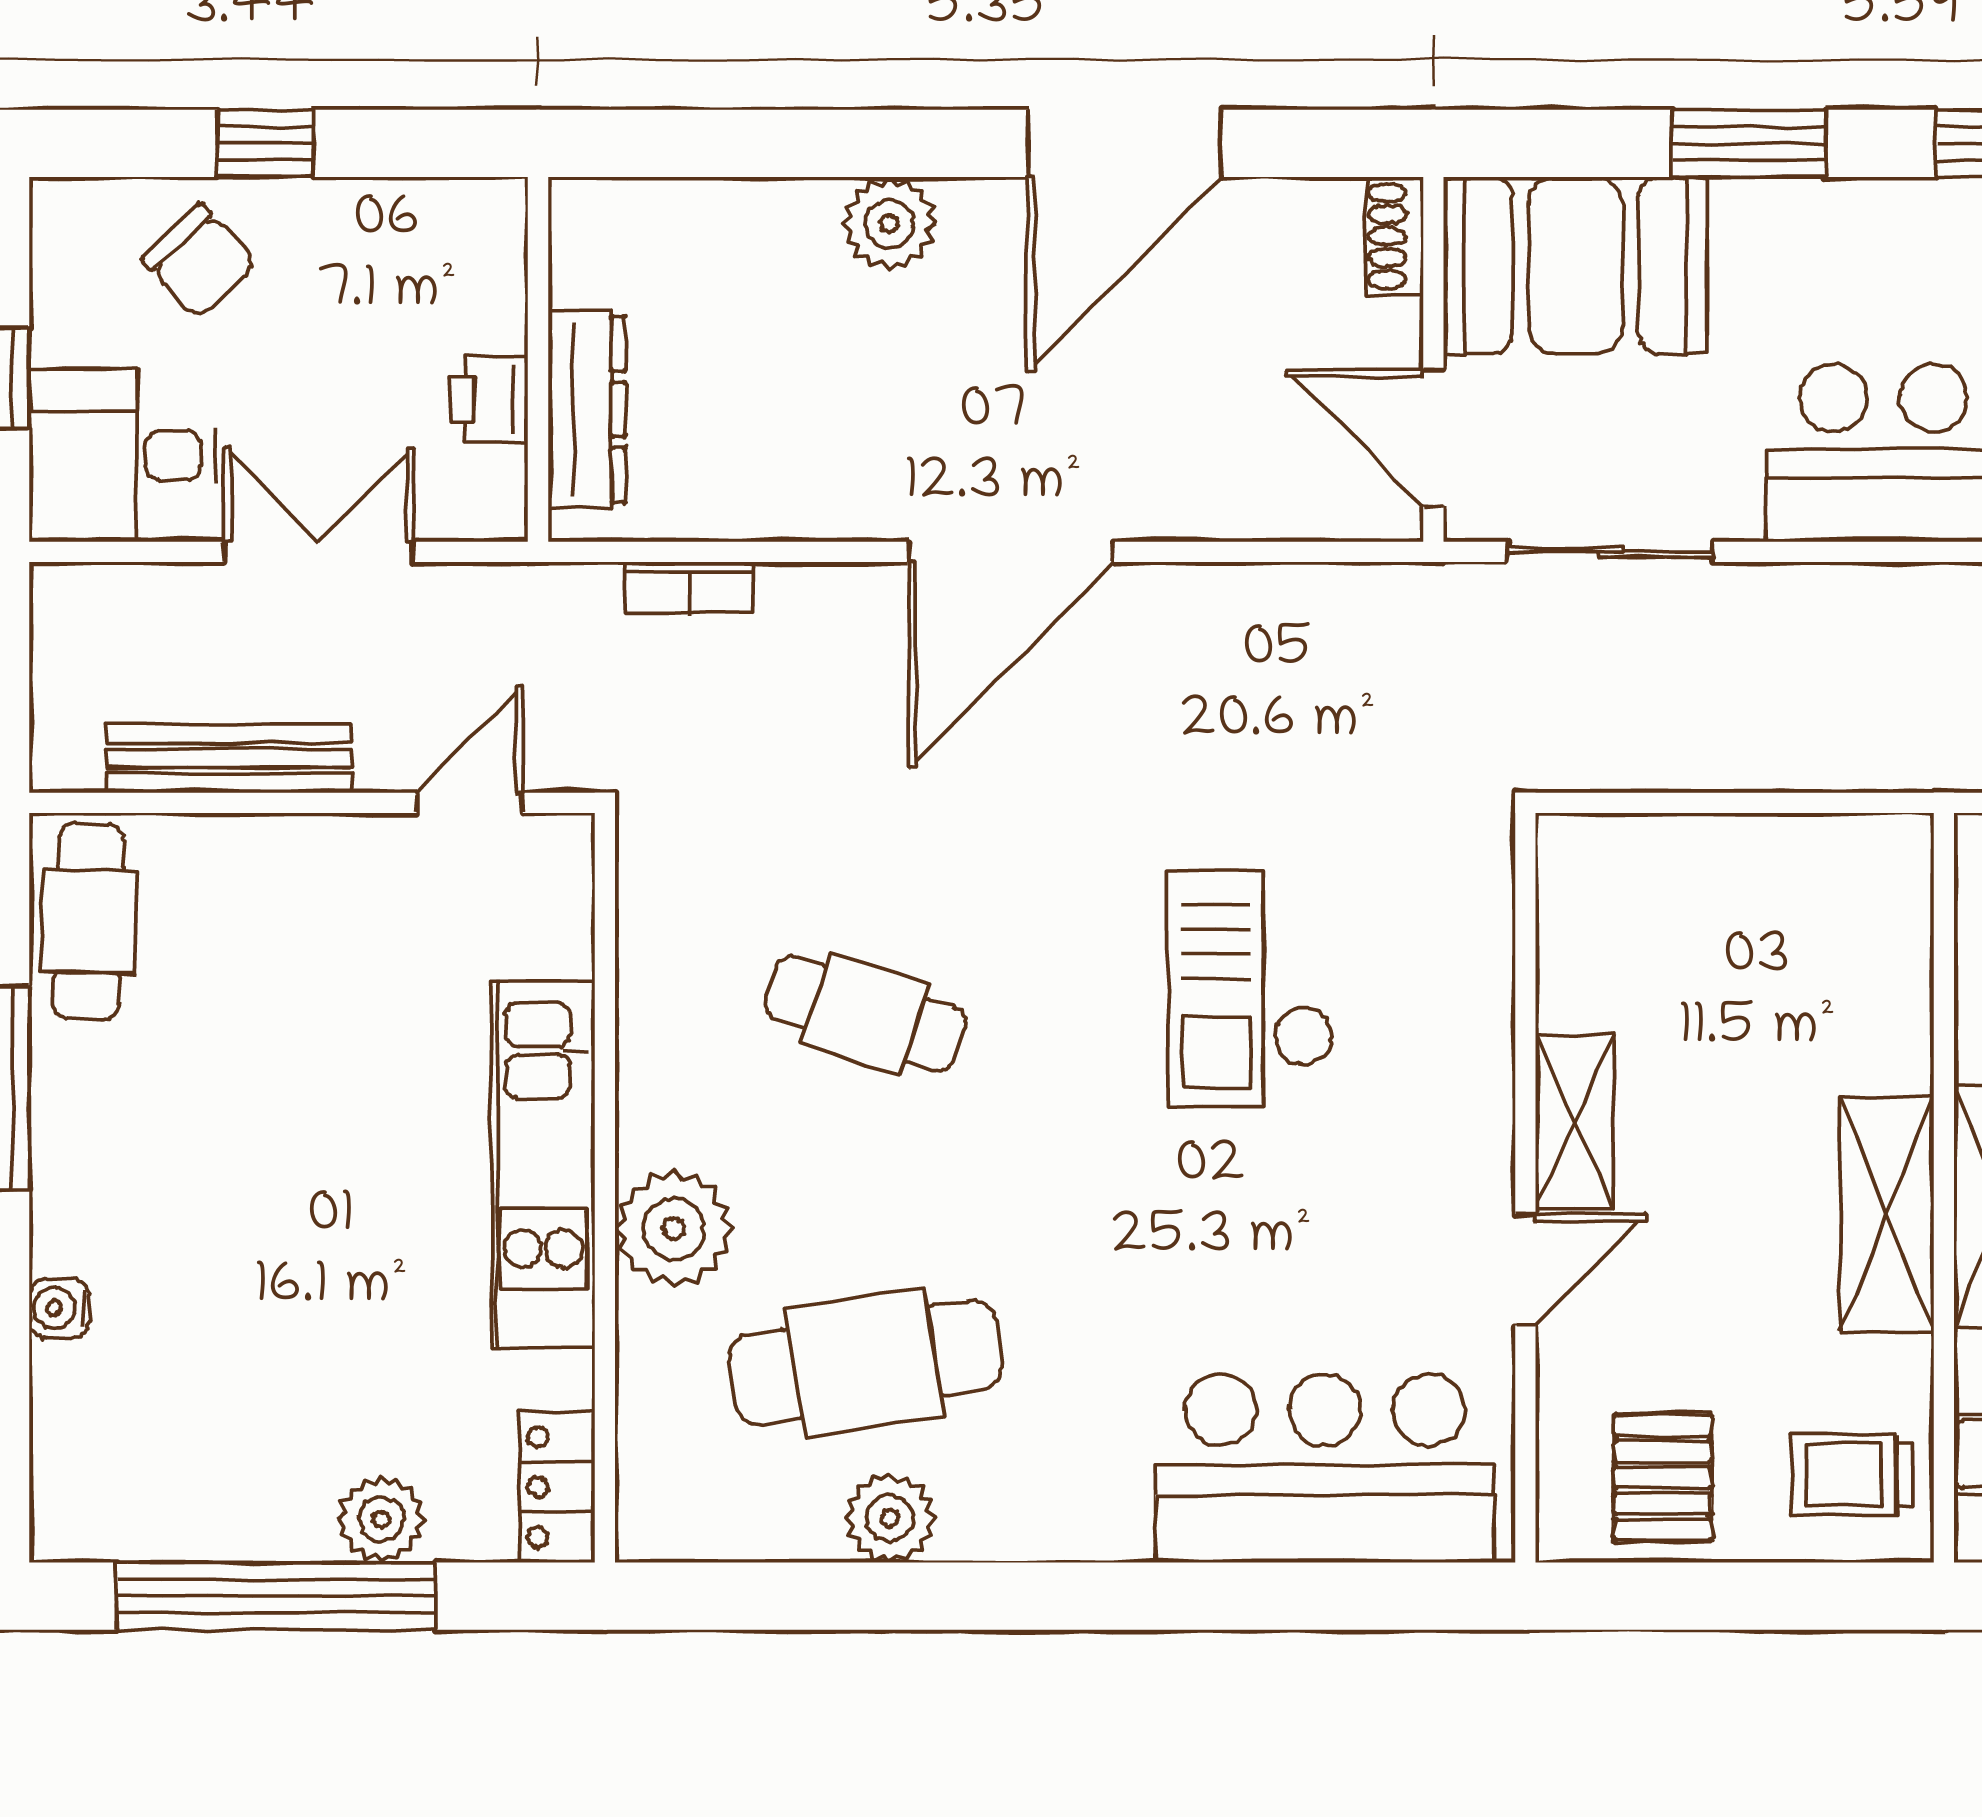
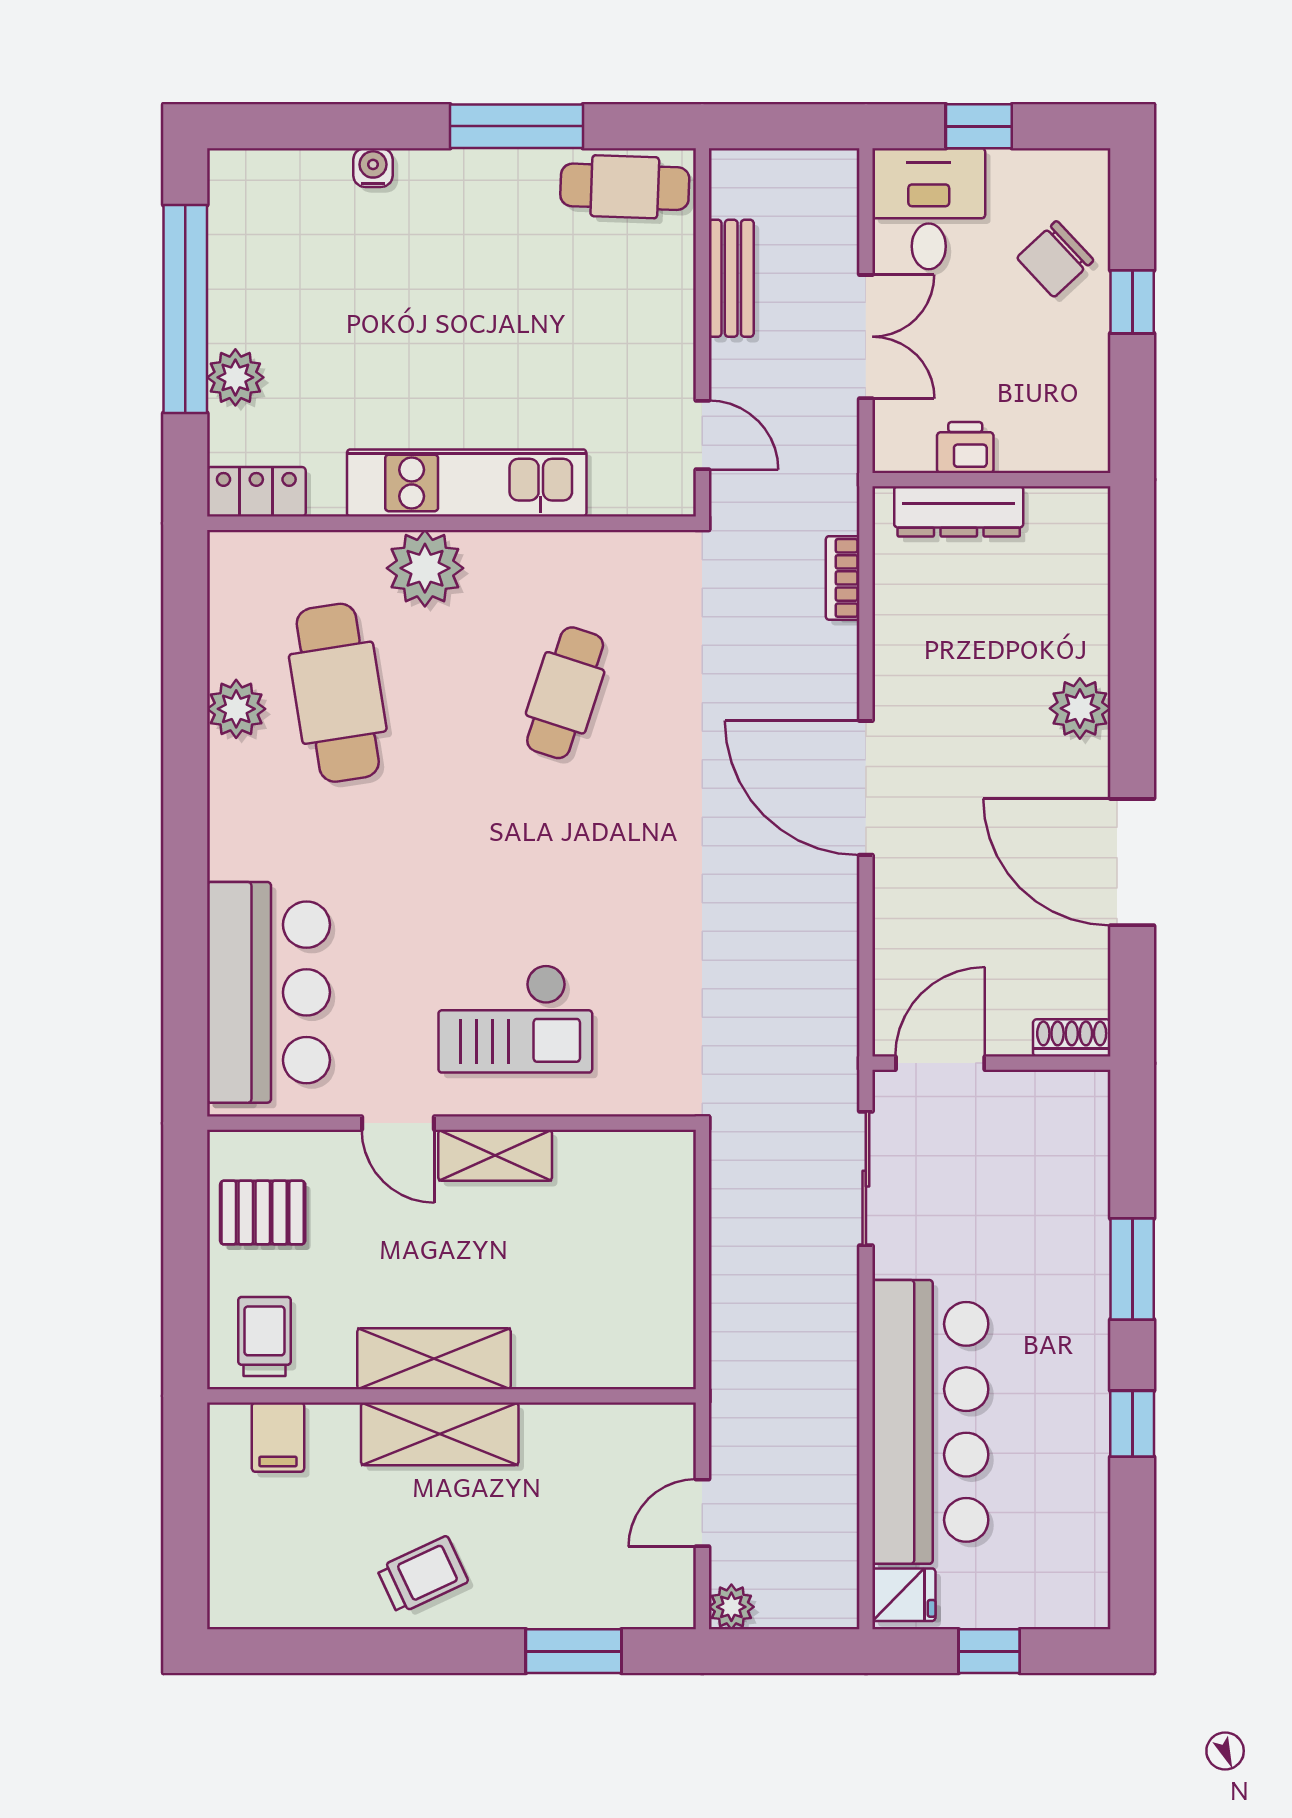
booth: (1575, 265) -> (1053, 1156), removed
bench: (229, 759) -> (731, 278), width x0.73
checkout: (1250, 989) -> (515, 1019), moved, turned 180

